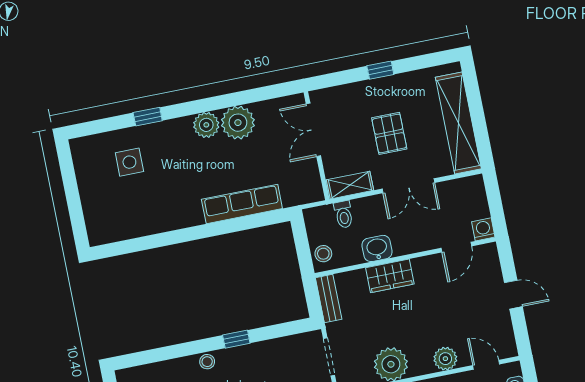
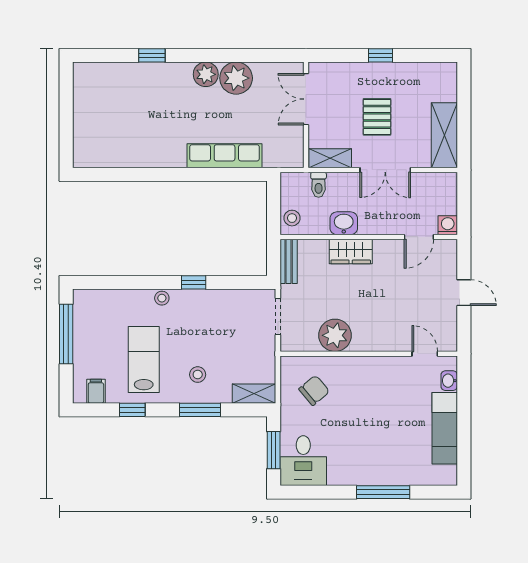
shelving: (458, 123) -> (444, 135), width x0.68
side table: (129, 162) -> (126, 95), removed
plant: (445, 359) -> (388, 340), removed

